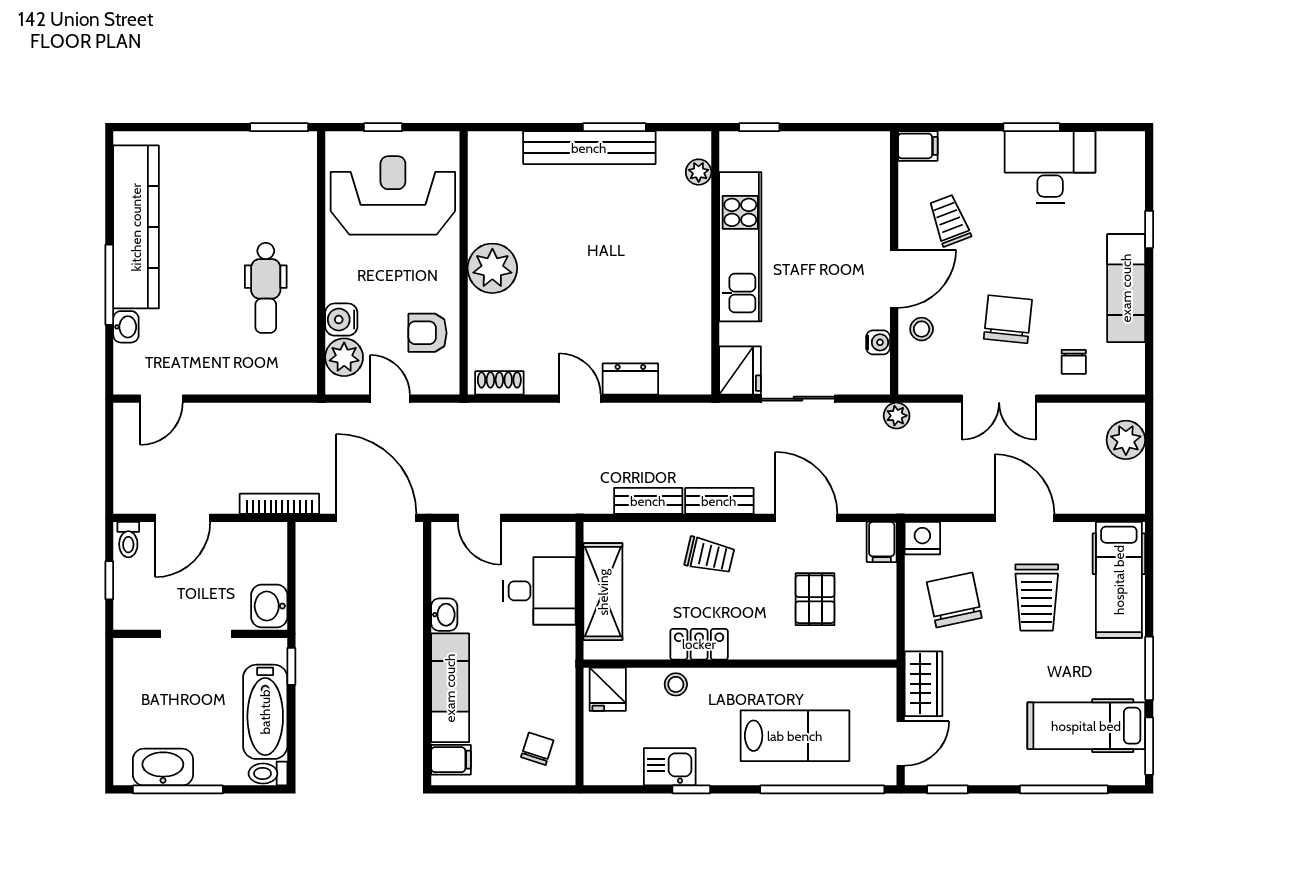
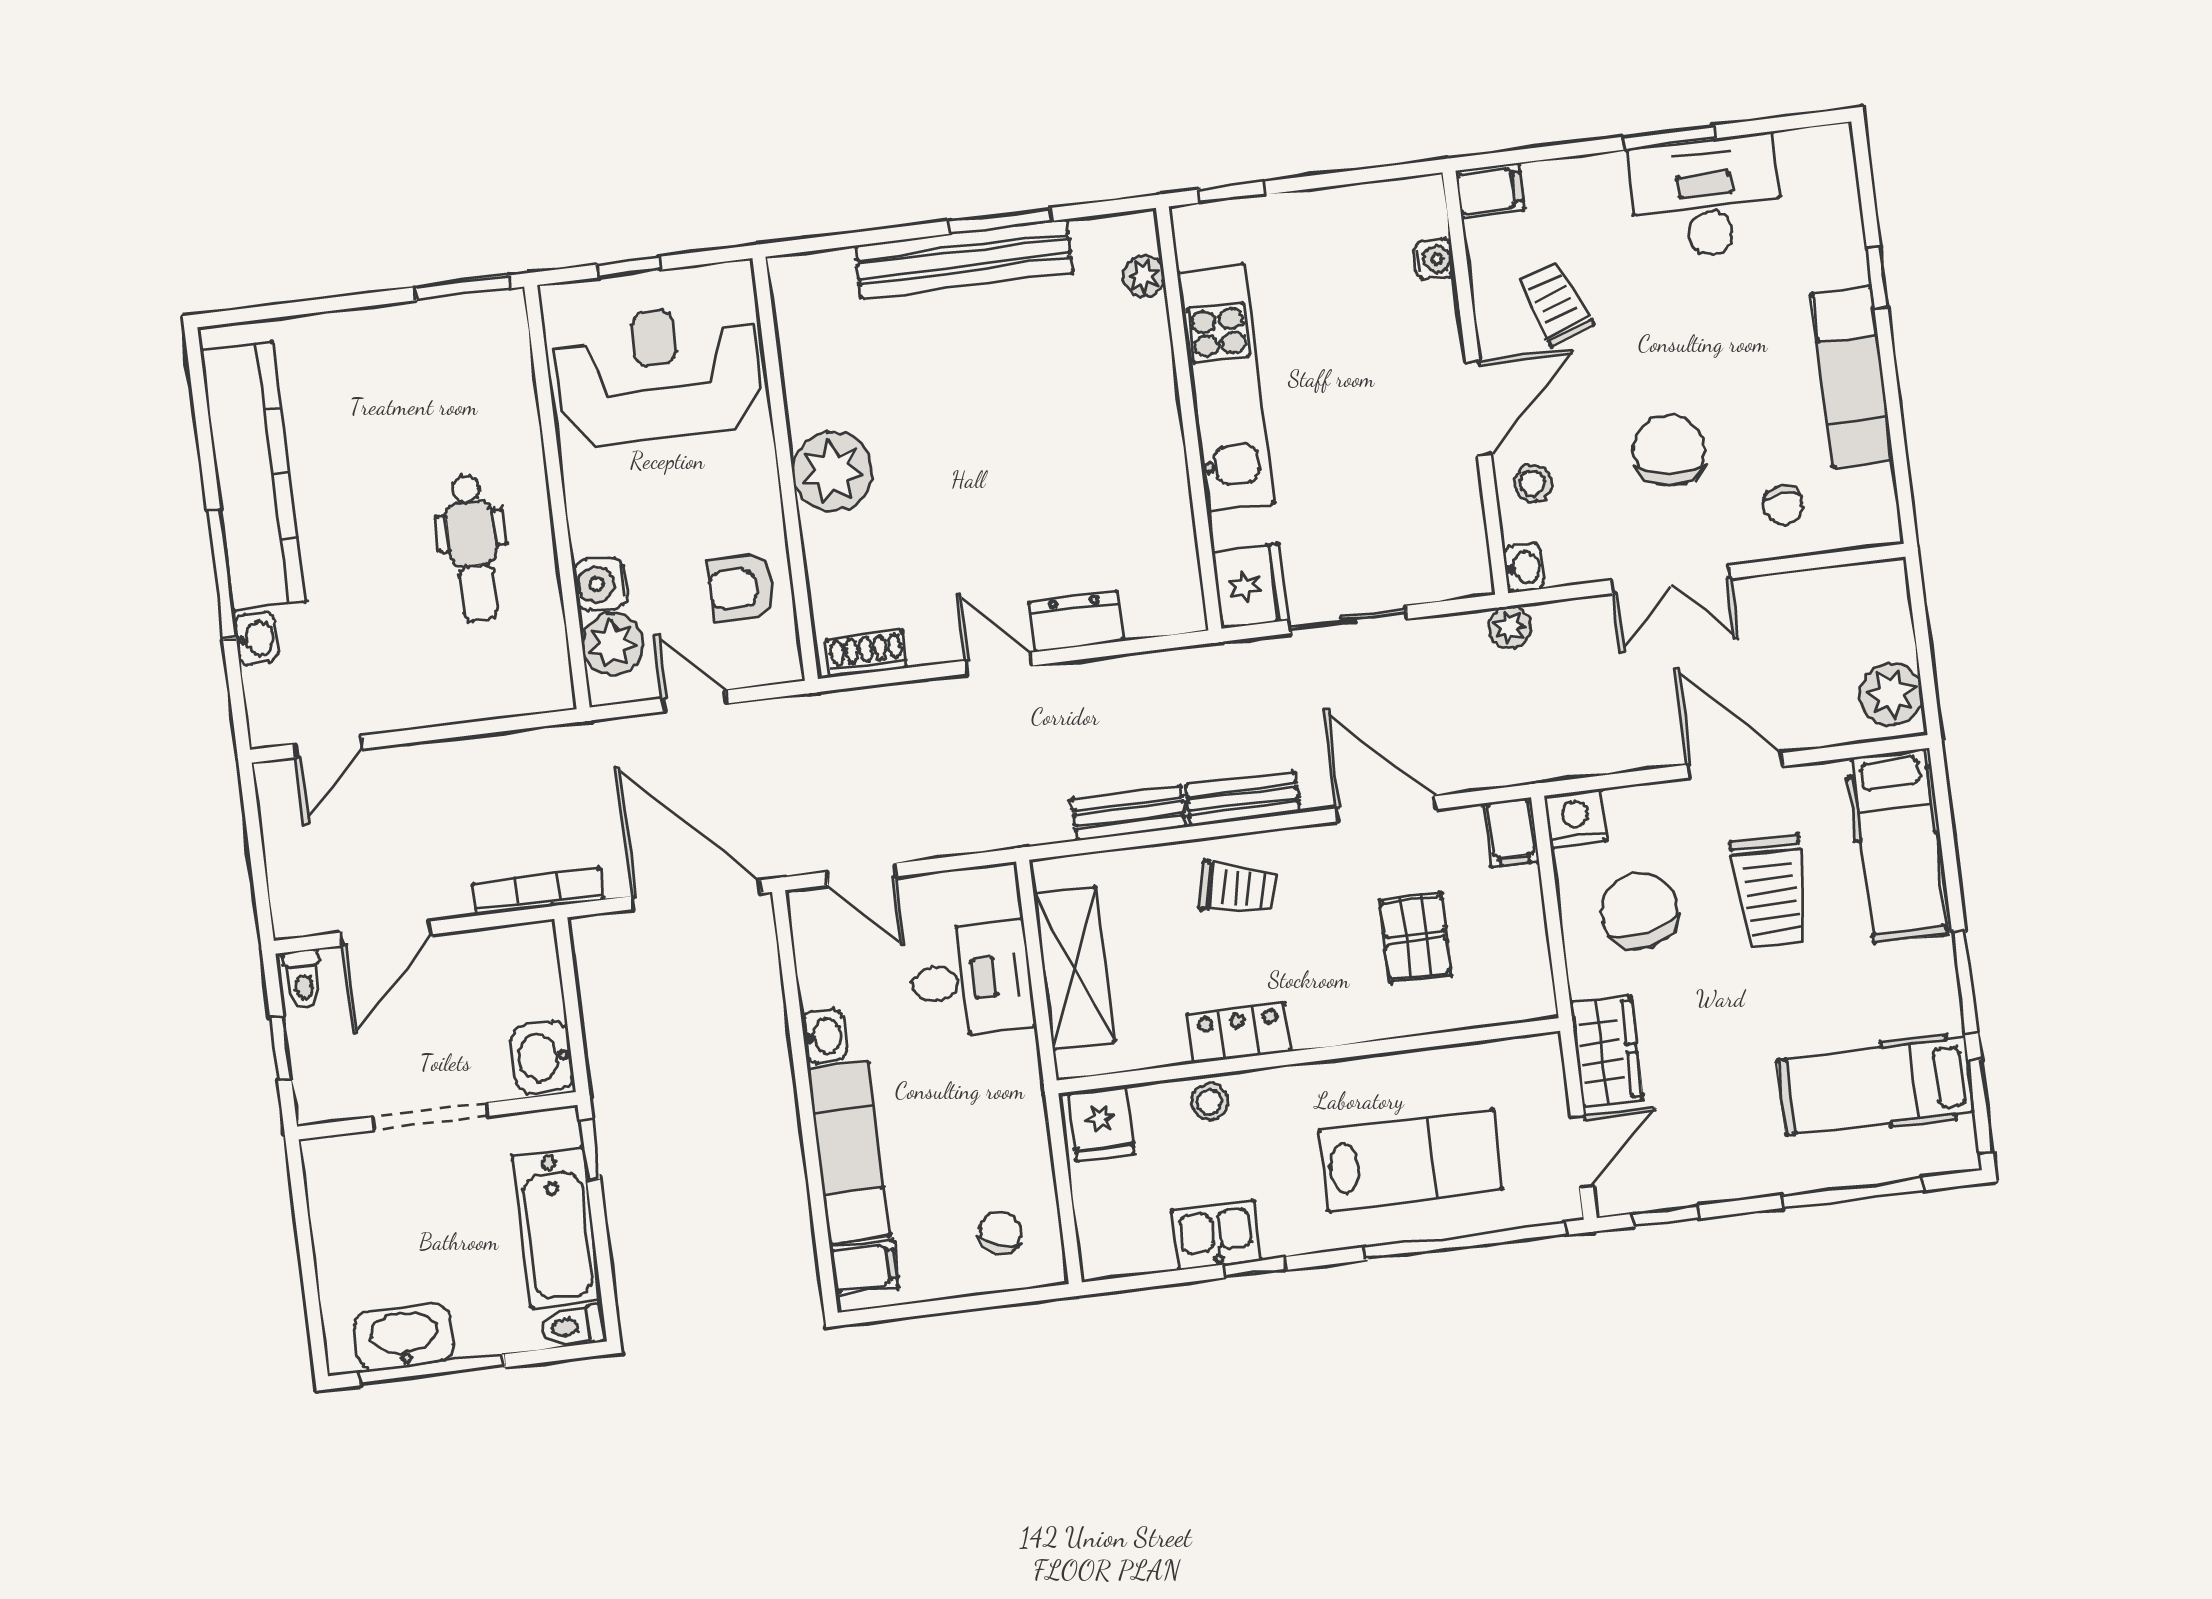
water cooler: (878, 342) -> (1434, 259), moved
washbasin: (910, 380) -> (1524, 567), added
plant: (1126, 440) -> (1891, 694), moved

